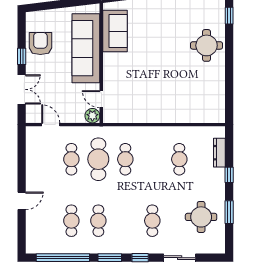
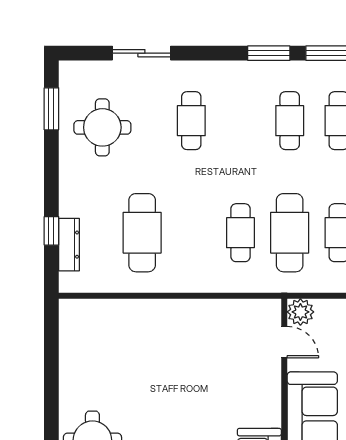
cafe table: (179, 159) -> (142, 233), width x1.37, depth x1.35
window: (229, 175) -> (51, 231), moved
window: (229, 212) -> (51, 109), moved
window: (140, 258) -> (213, 53), removed

